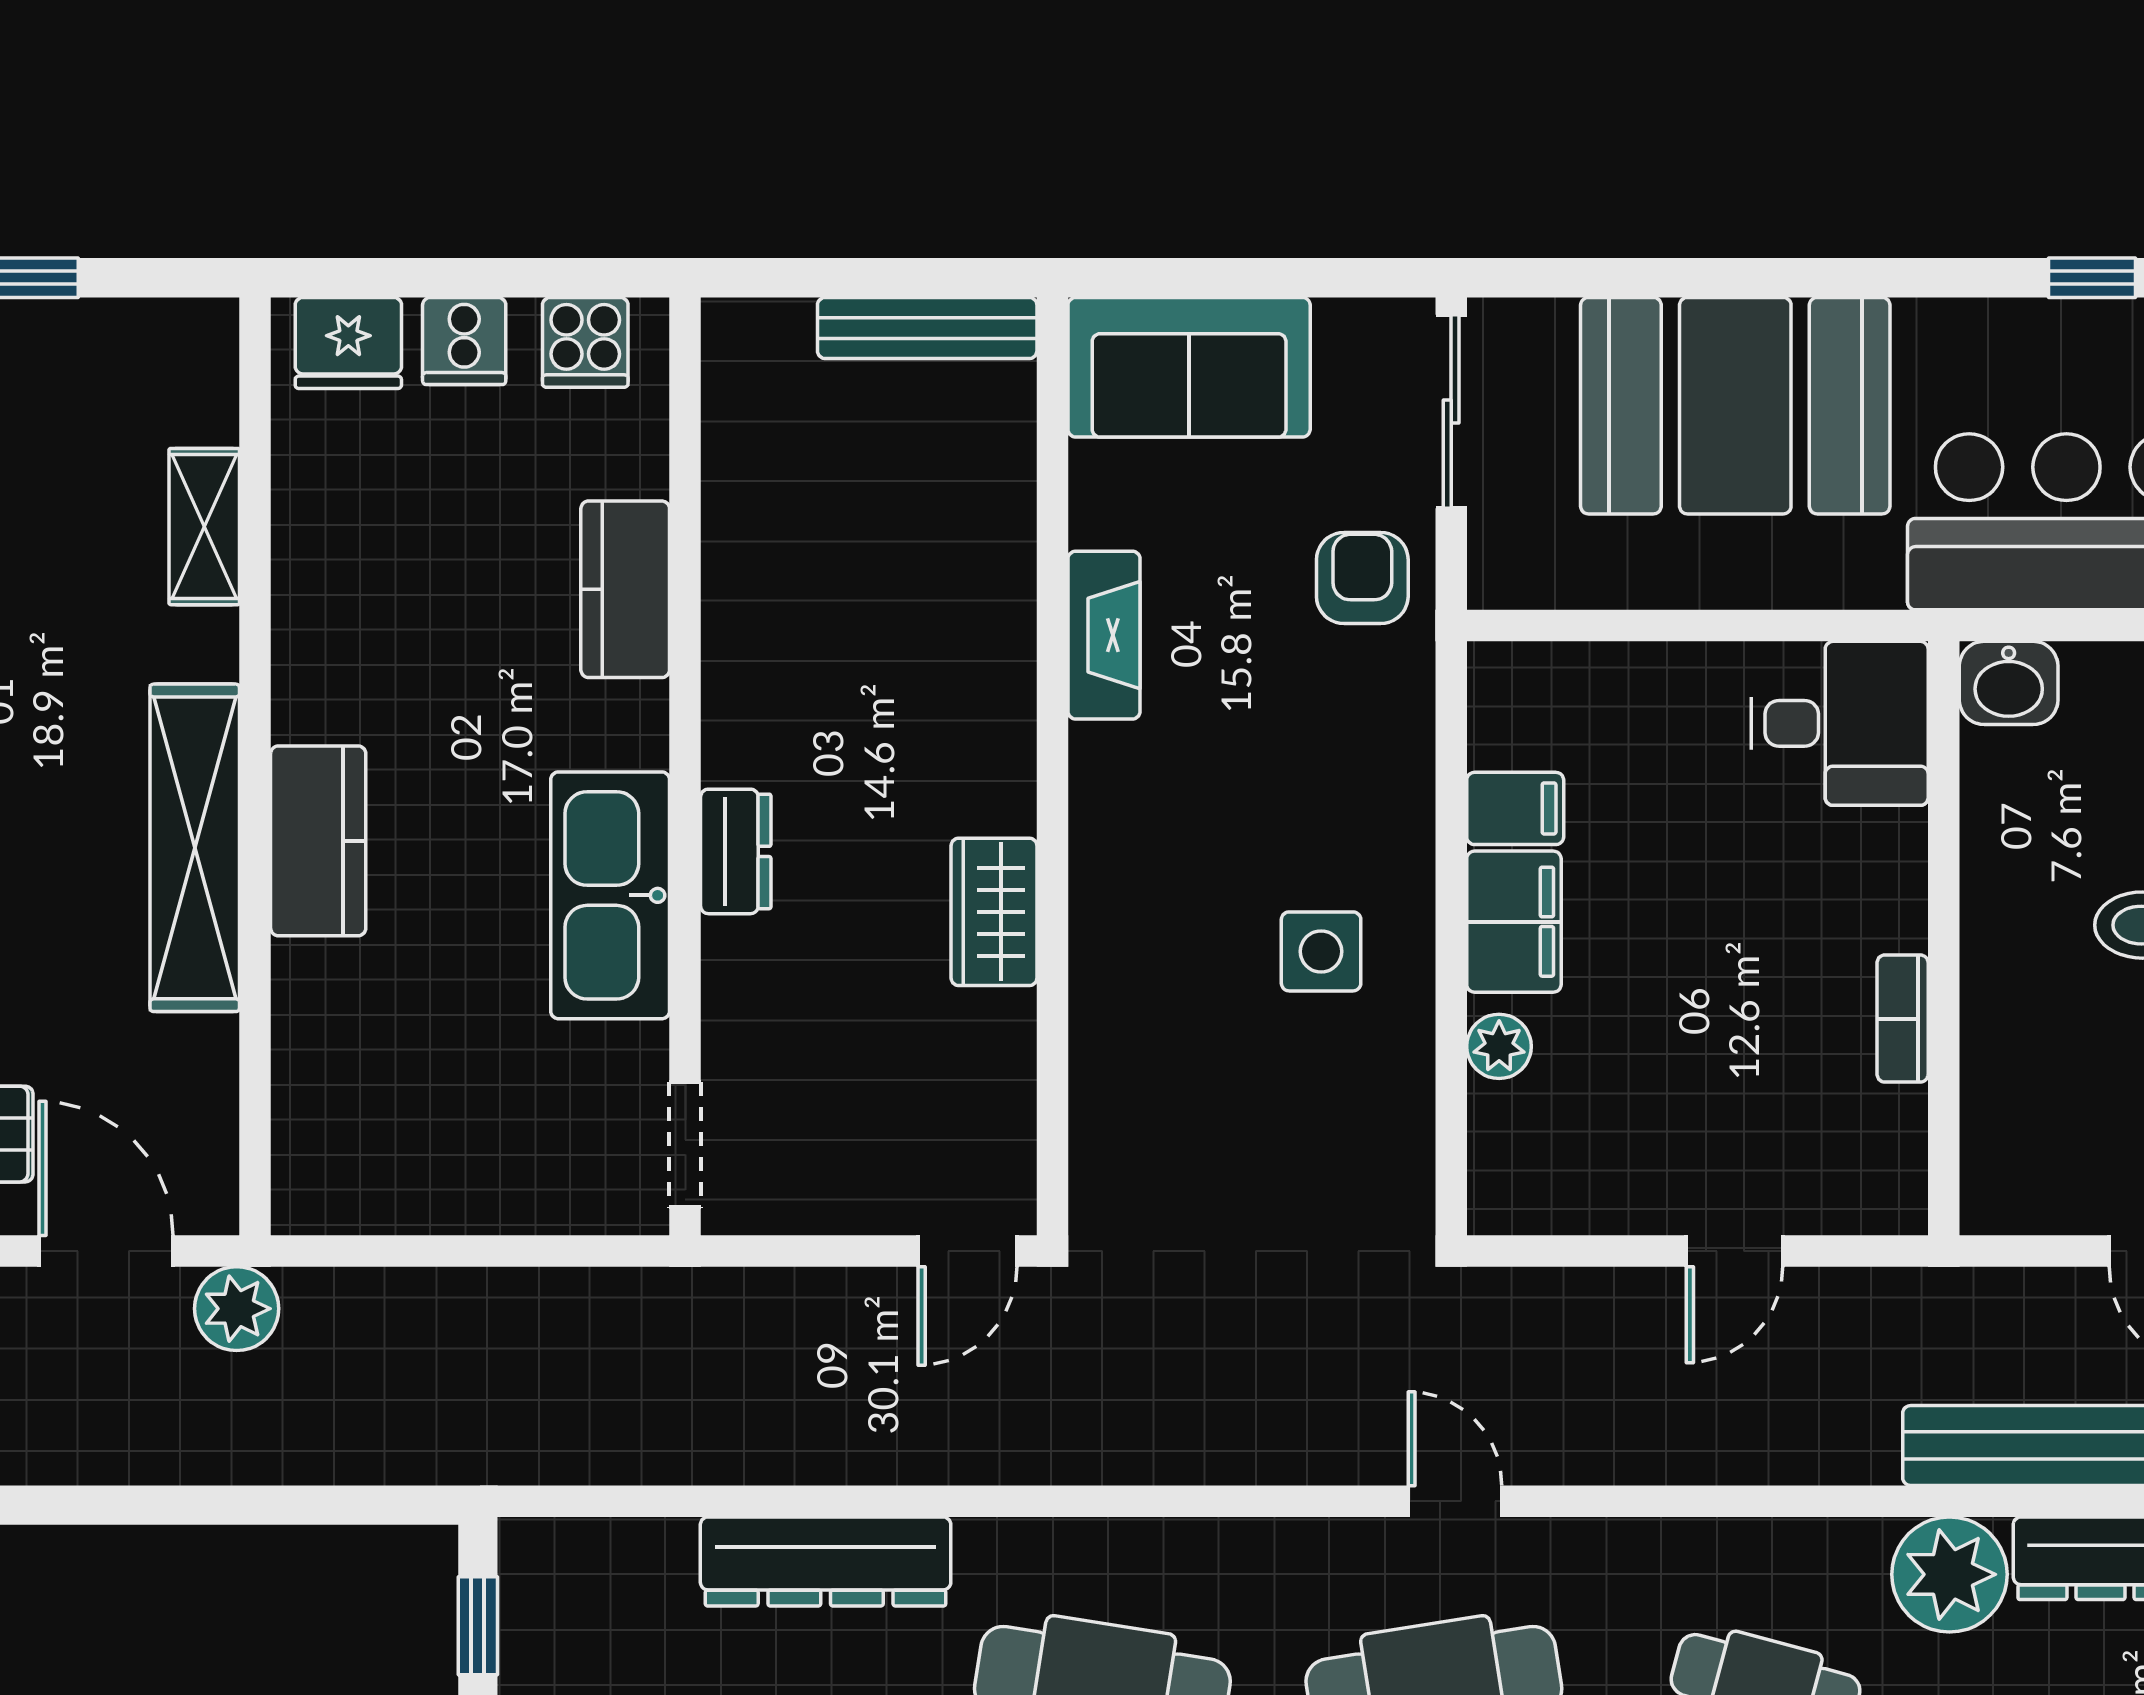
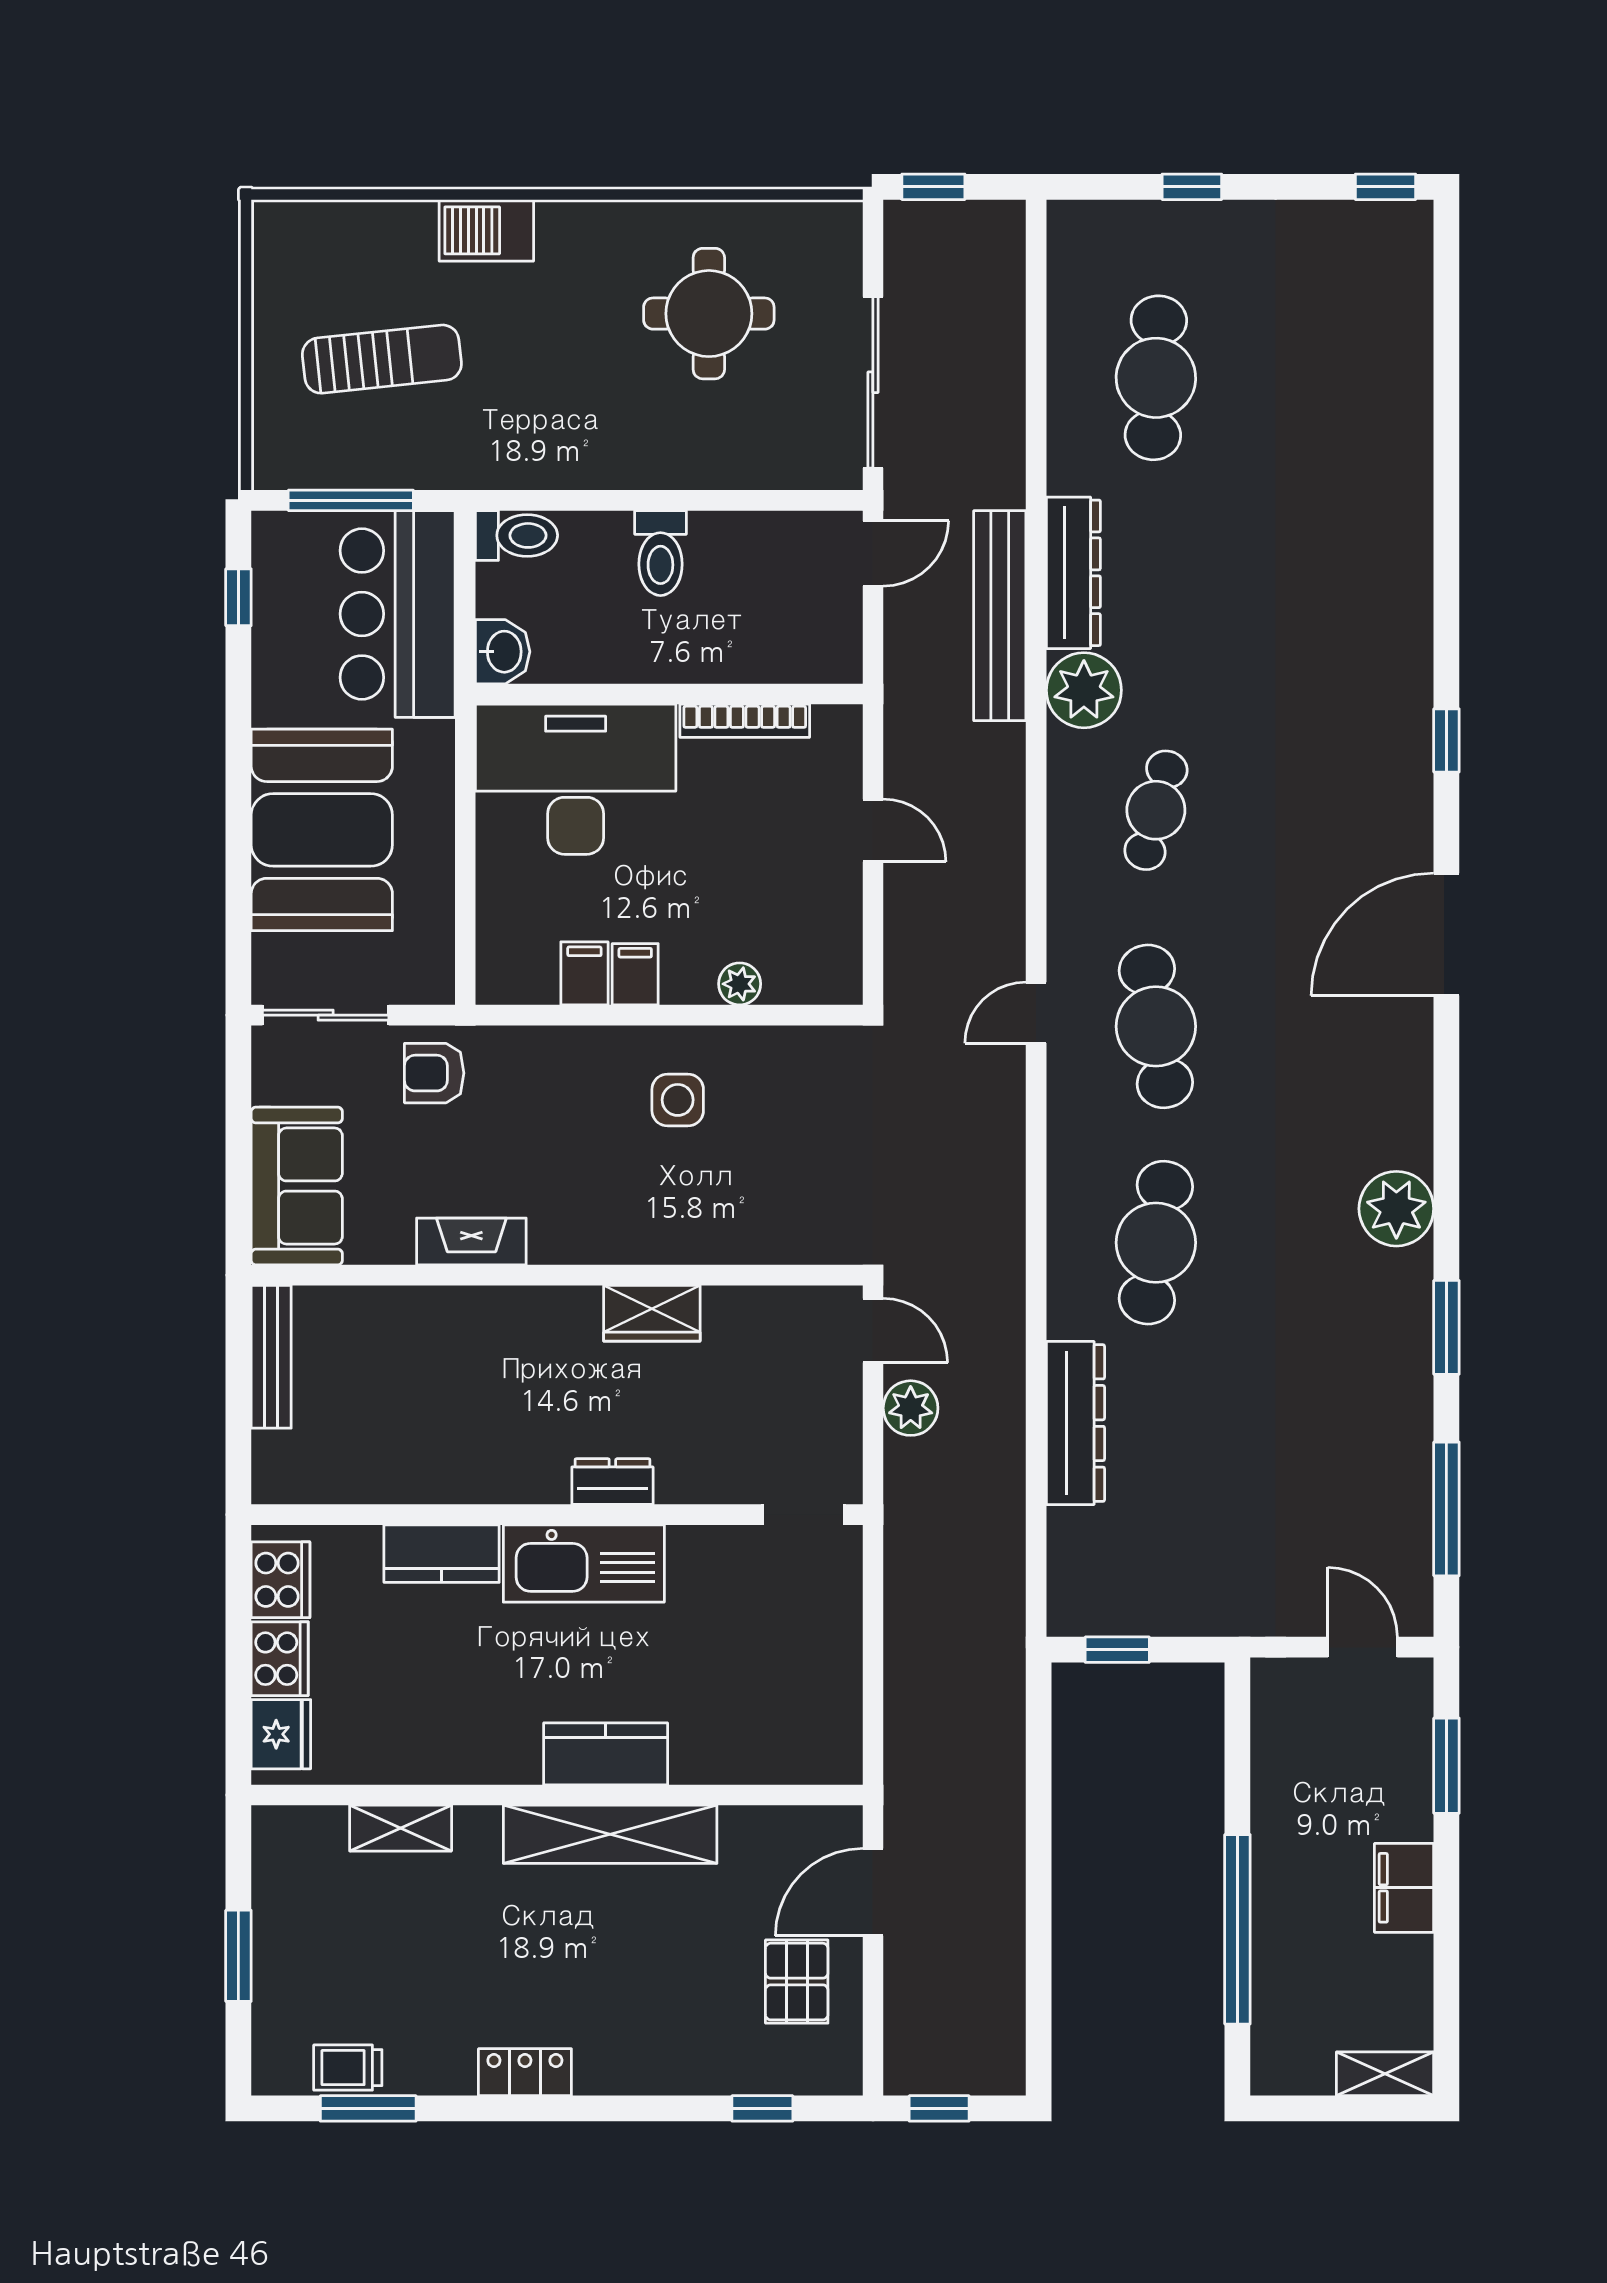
cooker: (464, 341) -> (280, 1659), width x1.36
cooker: (585, 342) -> (281, 1580), width x1.36
desk: (1840, 723) -> (576, 779), width x1.87, depth x1.30
kitchen sink: (610, 895) -> (584, 1564), moved
filing cabinet: (1514, 922) -> (635, 974), width x0.50
bookcase: (1903, 1019) -> (745, 721), width x1.56
plant: (237, 1309) -> (911, 1408), moved

